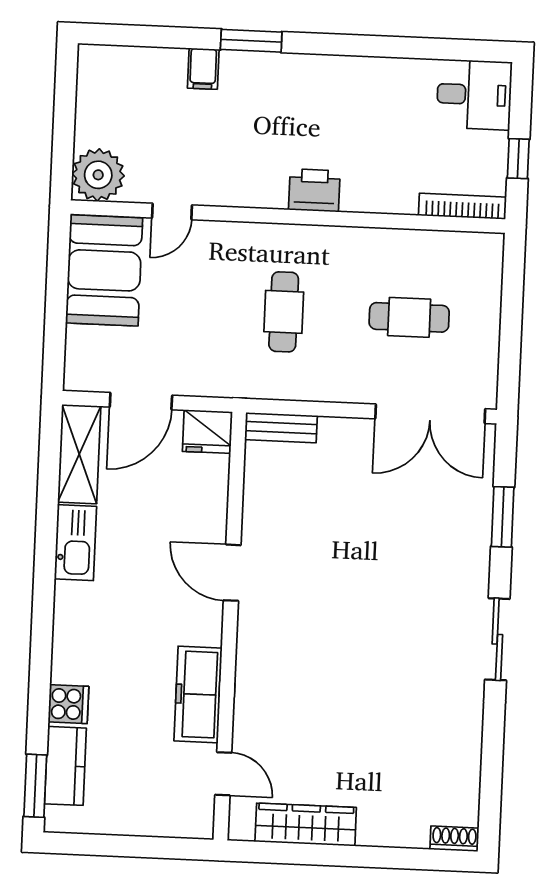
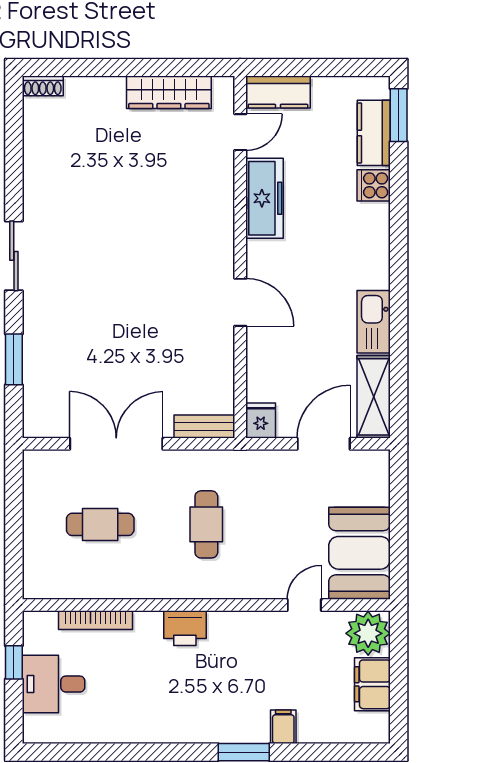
desk: (474, 95) -> (54, 684), moved
filing cabinet: (96, 114) -> (372, 684), added
bookcase: (462, 206) -> (95, 620), moved
double door: (430, 414) -> (116, 444), moved
fridge: (207, 432) -> (261, 420), width x0.72
door: (223, 774) -> (240, 132), swing flipped
kitchen counter: (177, 819) -> (278, 92), added

